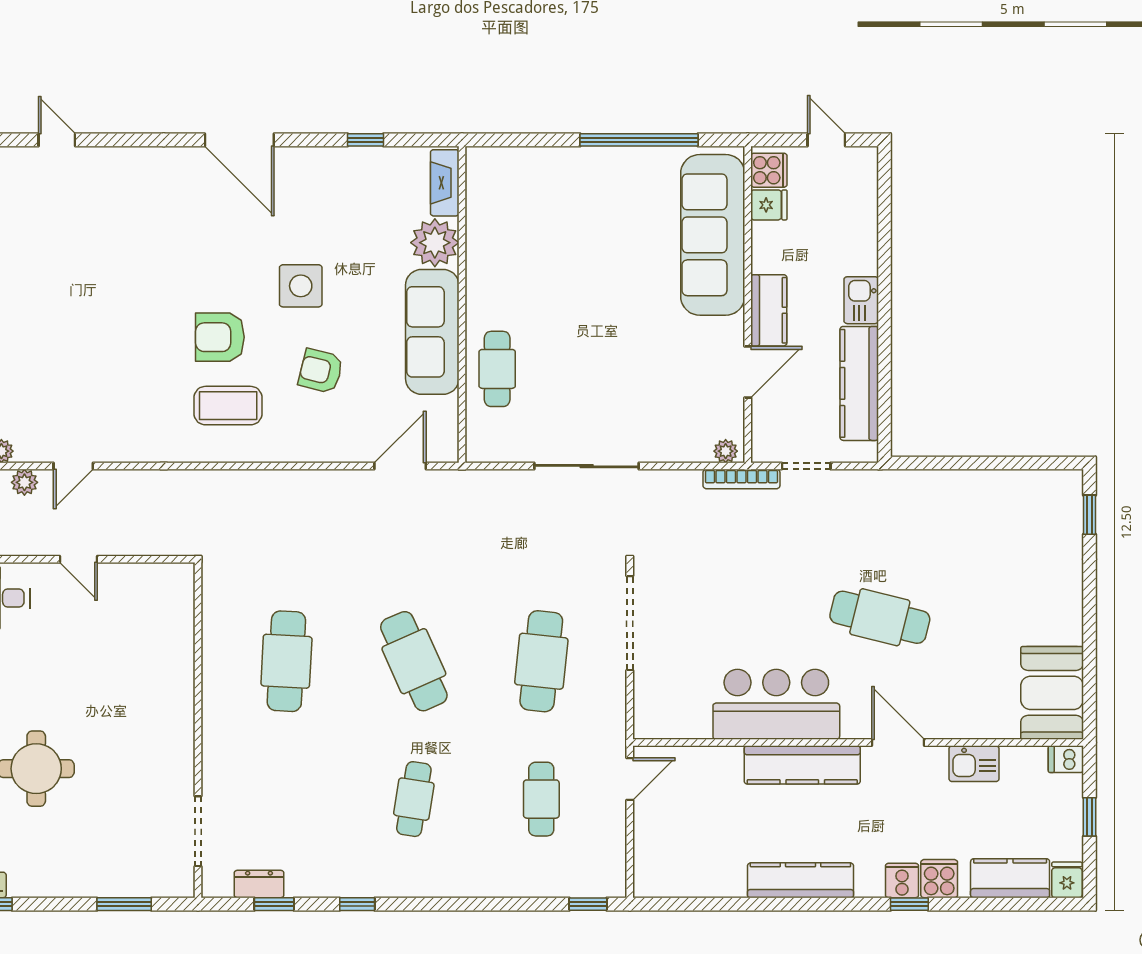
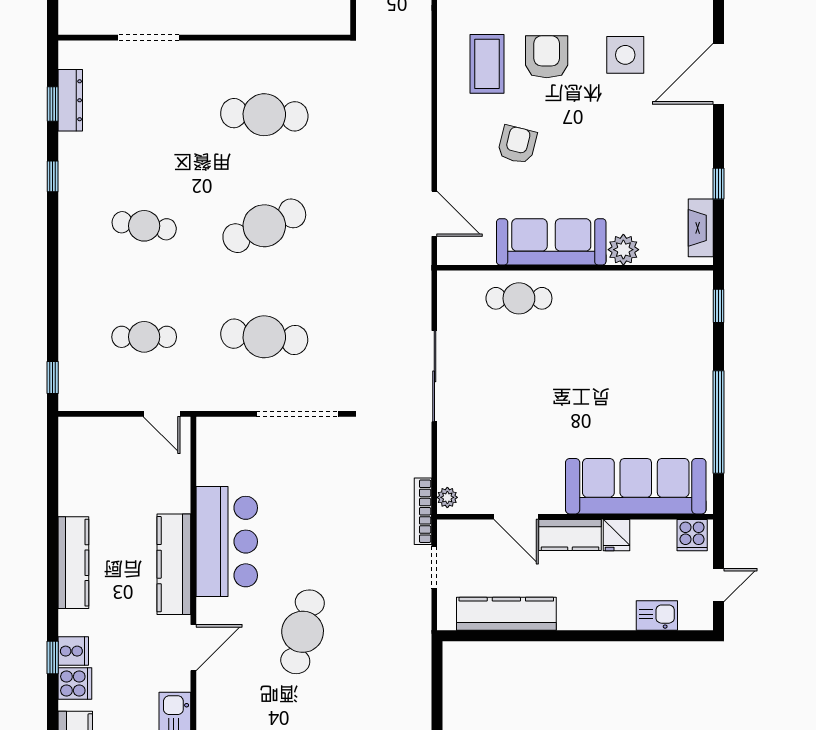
window: (506, 140) -> (718, 306), added
fireplace: (445, 183) -> (701, 228), moved, turned -90
fridge: (769, 205) -> (617, 535), moved
plant: (435, 243) -> (623, 250), width x0.73, depth x0.73
side table: (301, 286) -> (625, 55), moved
kitchen sink: (861, 300) -> (657, 616), moved
doorway: (198, 831) -> (149, 38), moved
dresser: (259, 884) -> (70, 100), width x1.44

